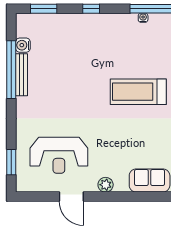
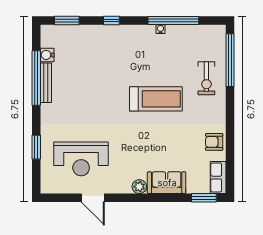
treadmill: (138, 92) -> (156, 99), turned 180
window: (11, 162) -> (36, 147), moved
plant: (106, 185) -> (139, 187), moved

